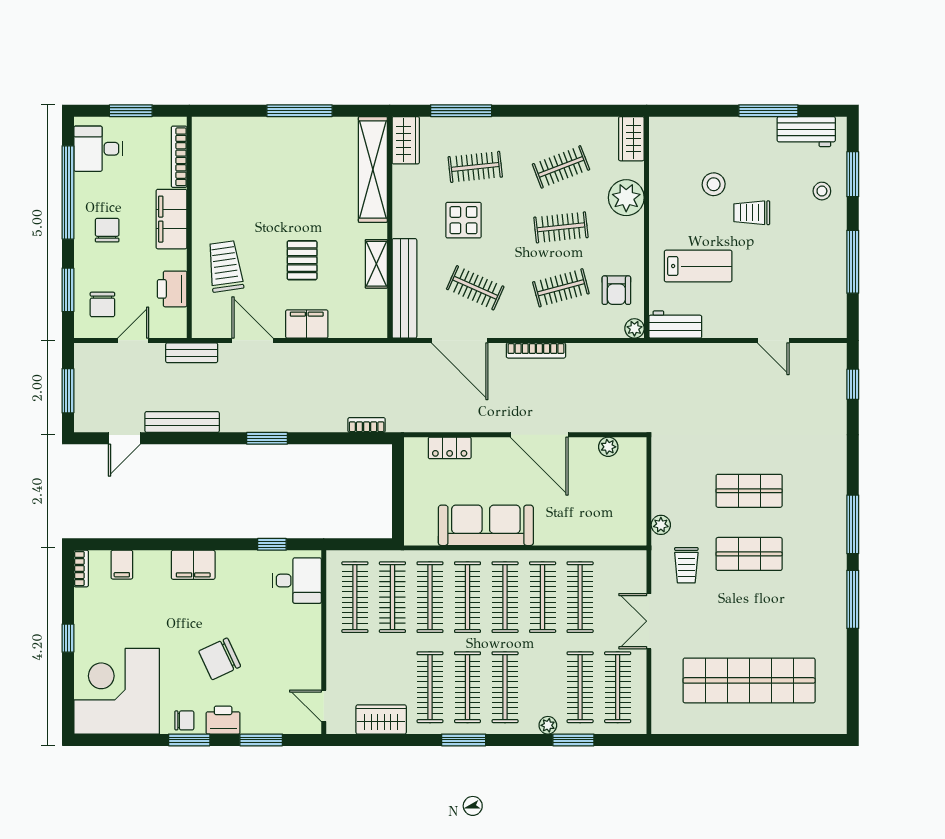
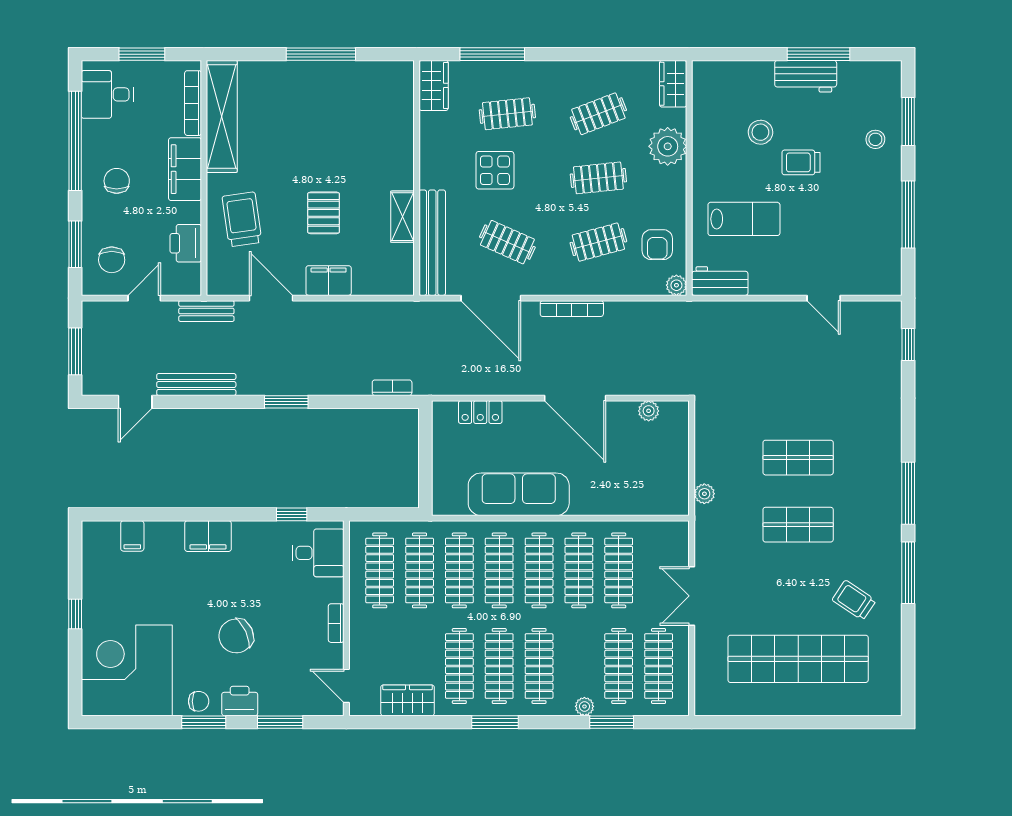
workbench: (806, 132) -> (806, 76), moved
shelving: (373, 169) -> (222, 116), moved
trolley: (686, 565) -> (854, 600), moved, turned 124
bookcase: (81, 569) -> (336, 623), moved, turned 180

